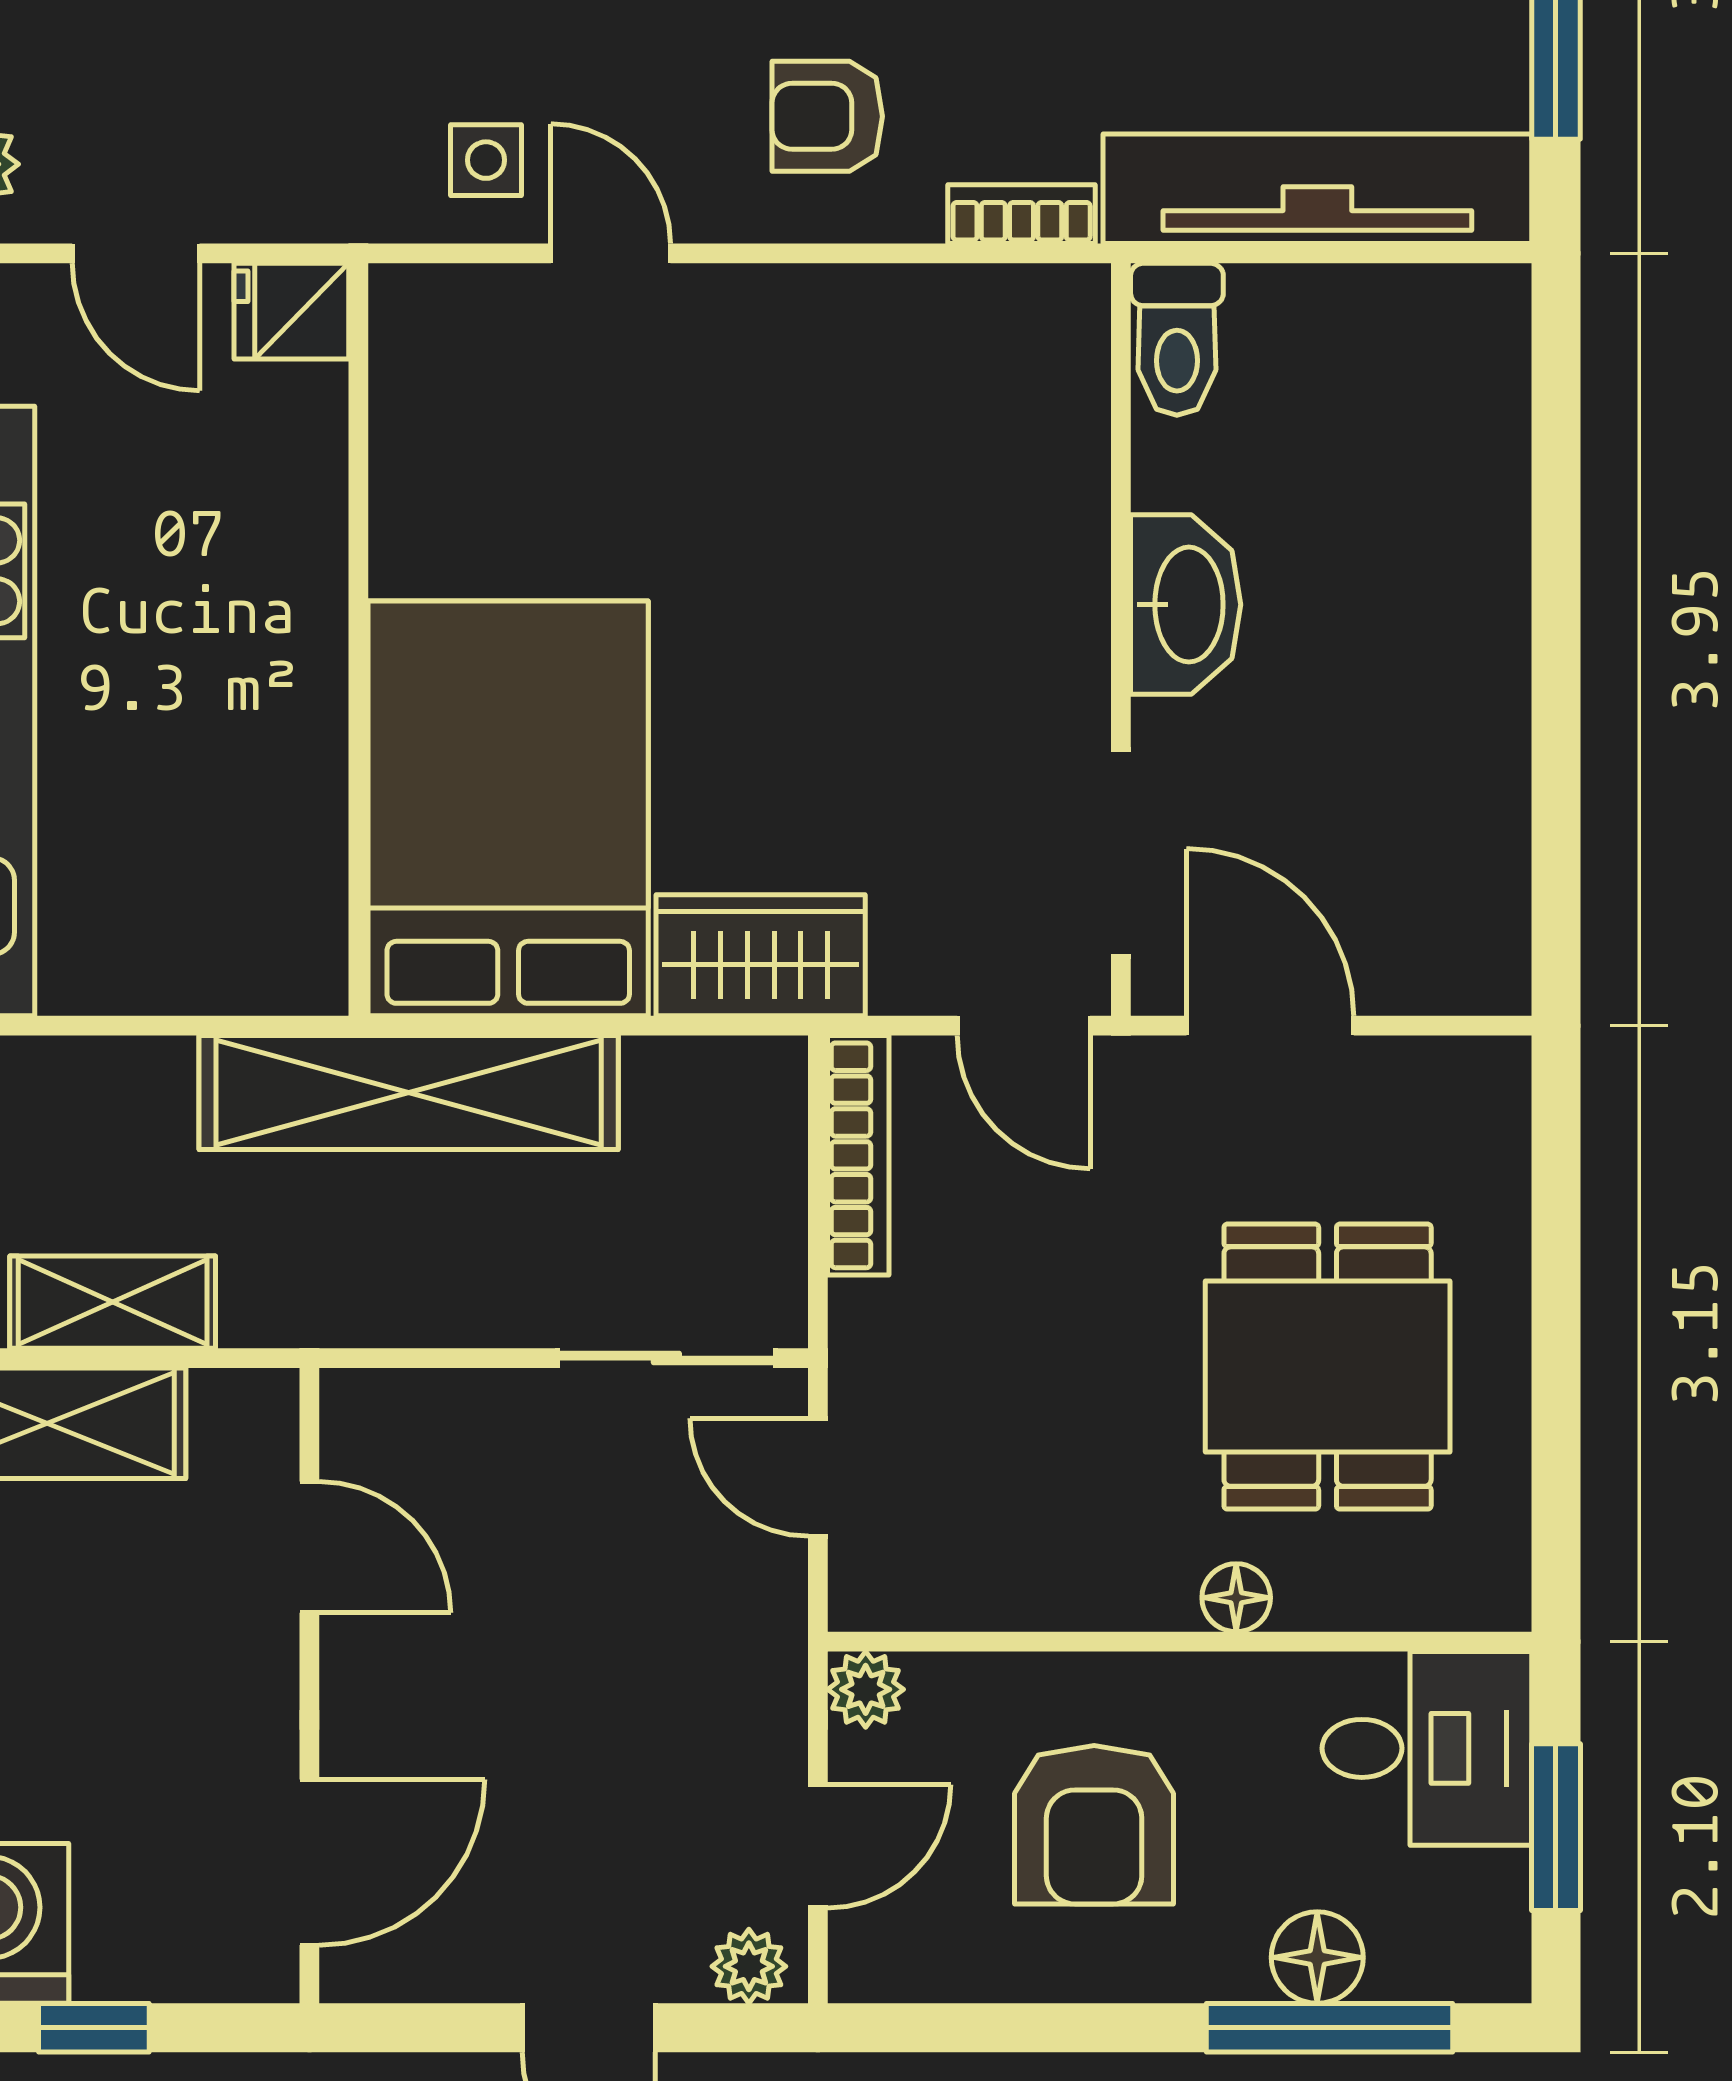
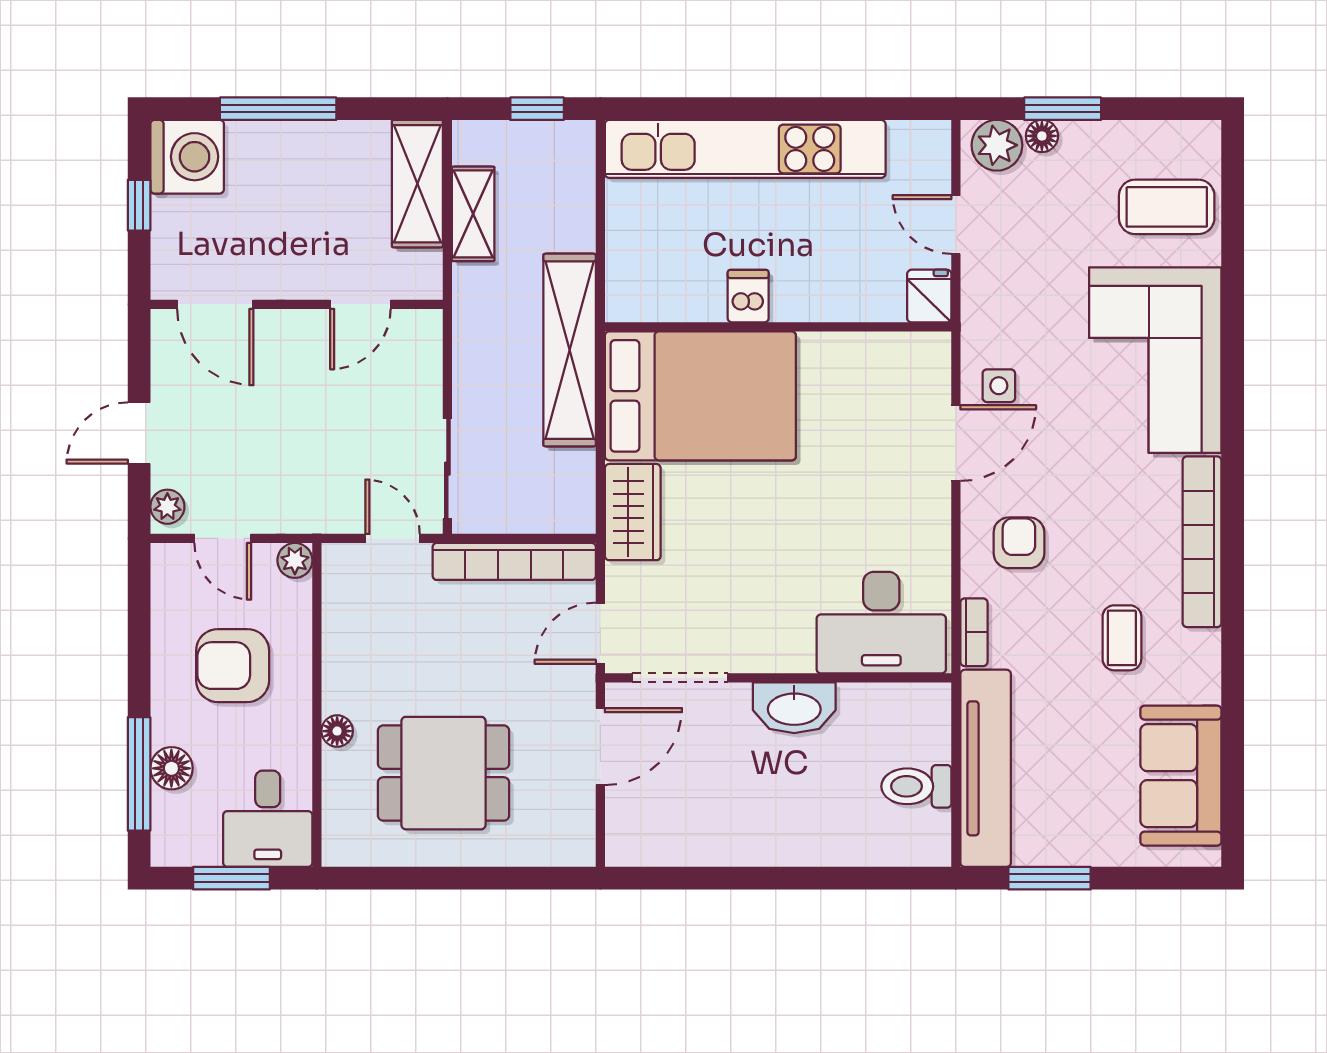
door: (136, 253) -> (956, 224), hinge flipped
door: (611, 253) -> (956, 443), width x1.38
toilet: (1177, 339) -> (916, 786), moved
desk: (1001, 415) -> (881, 623), added
dishwasher: (291, 705) -> (748, 296), added
bookcase: (858, 1155) -> (514, 561), width x1.48, depth x1.31
door: (818, 1477) -> (393, 538), hinge flipped

